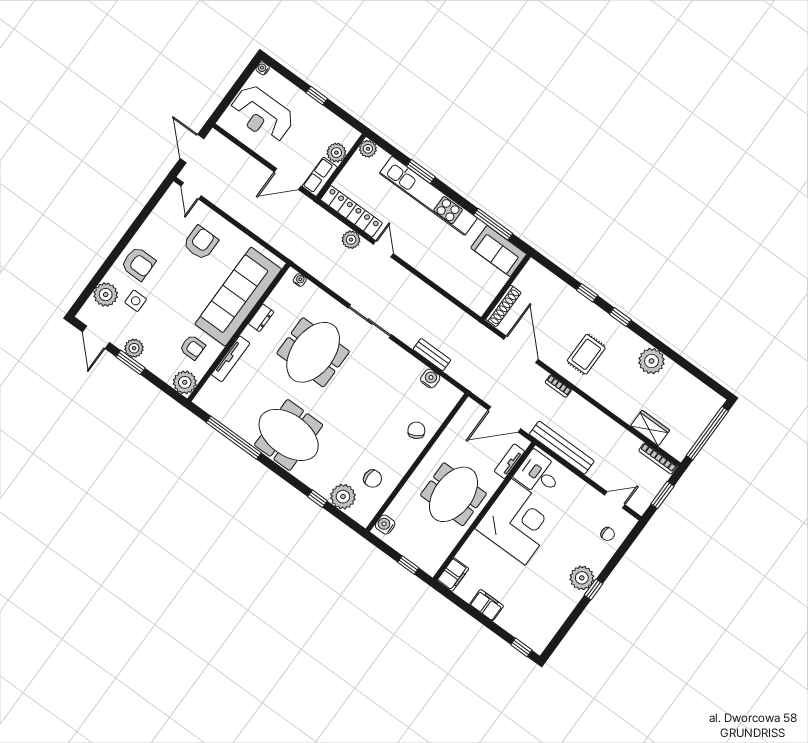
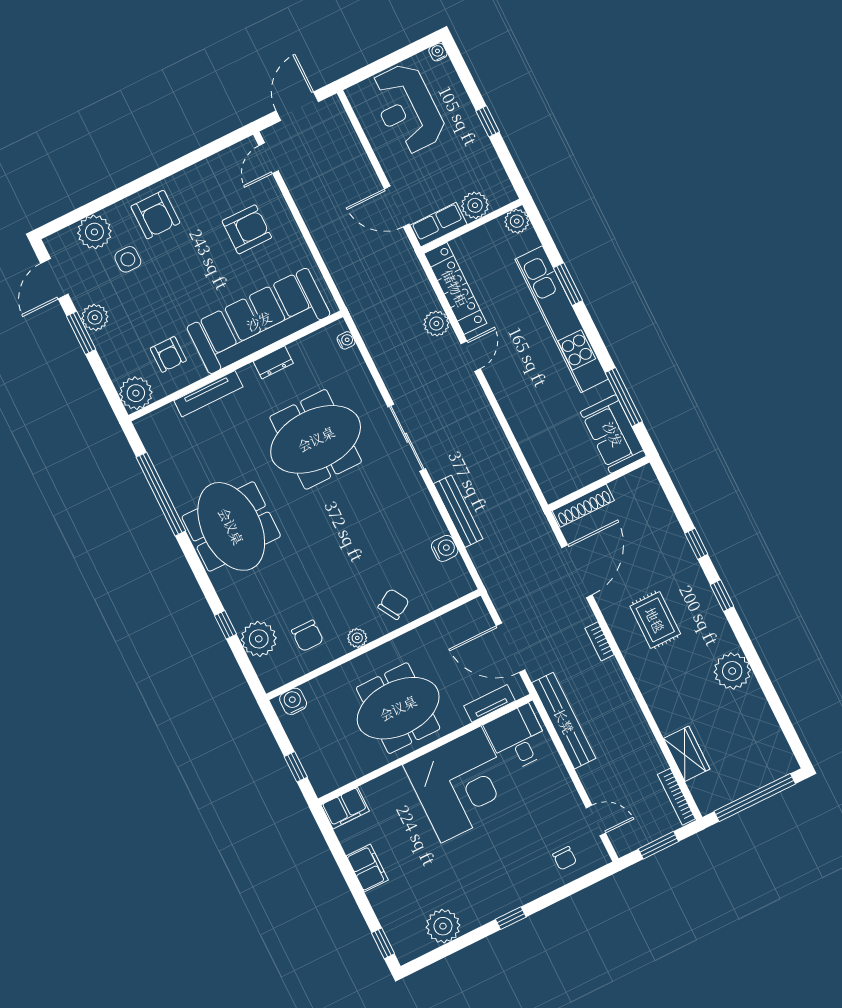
rug: (586, 354) -> (655, 620), turned 90
bench: (432, 355) -> (458, 511), width x1.36
plant: (405, 464) -> (357, 638), added
plant: (582, 578) -> (443, 926), moved

